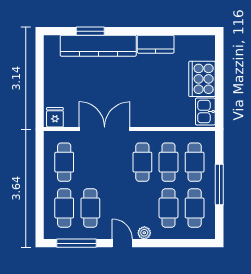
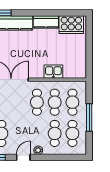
cooker: (202, 79) -> (71, 25), moved, turned -90
kitchen sink: (205, 112) -> (53, 72), moved, turned 90
door: (122, 243) -> (23, 157), hinge flipped

